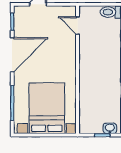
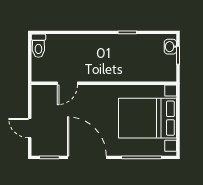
door: (78, 26) -> (67, 83), moved

